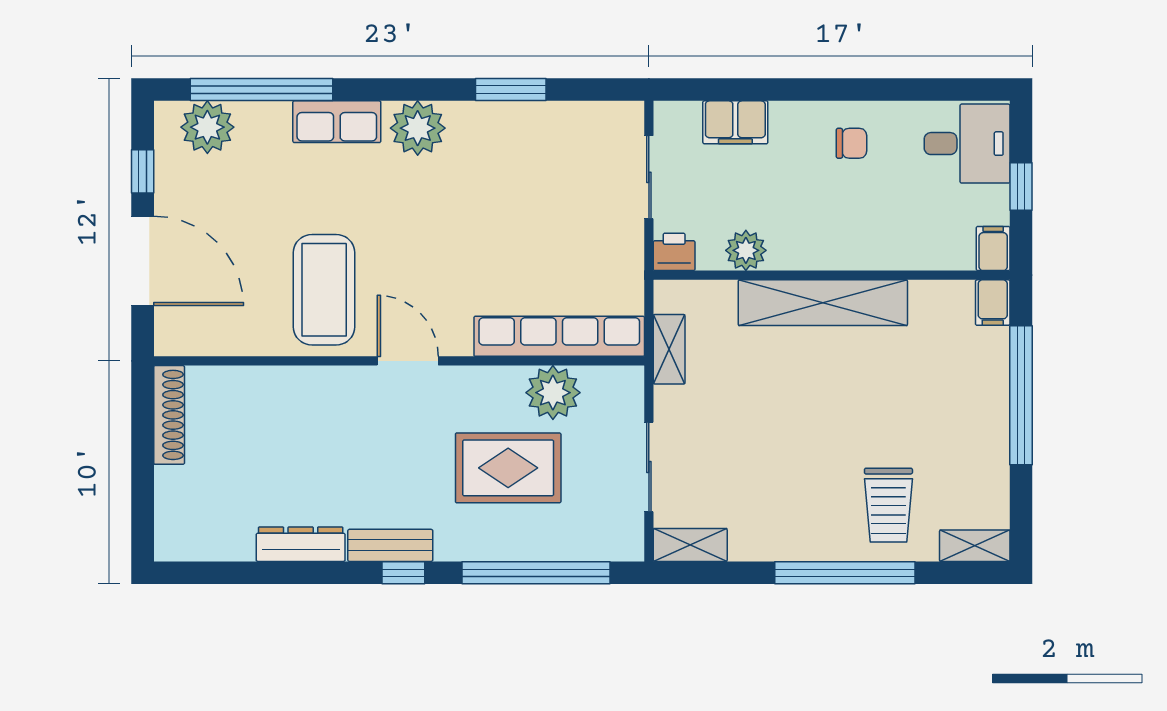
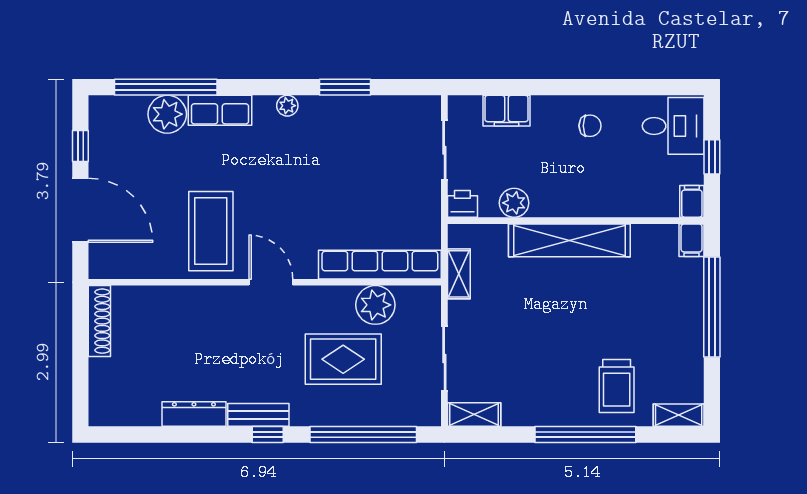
plant: (207, 127) -> (167, 114), moved
plant: (418, 128) -> (287, 106), width x0.53, depth x0.53

